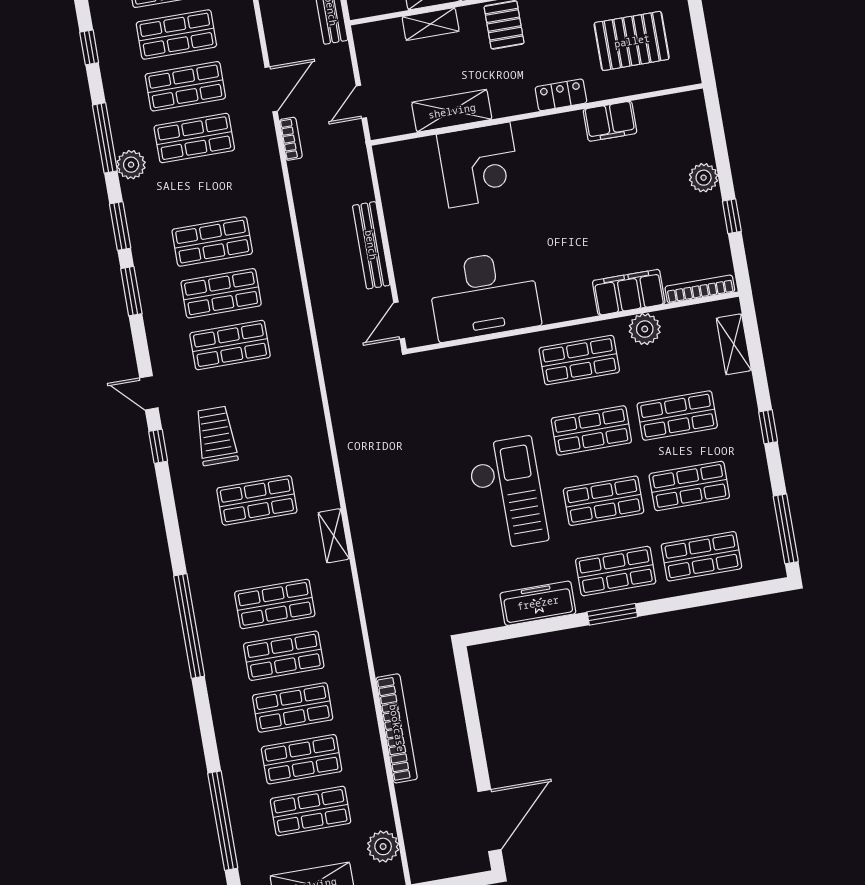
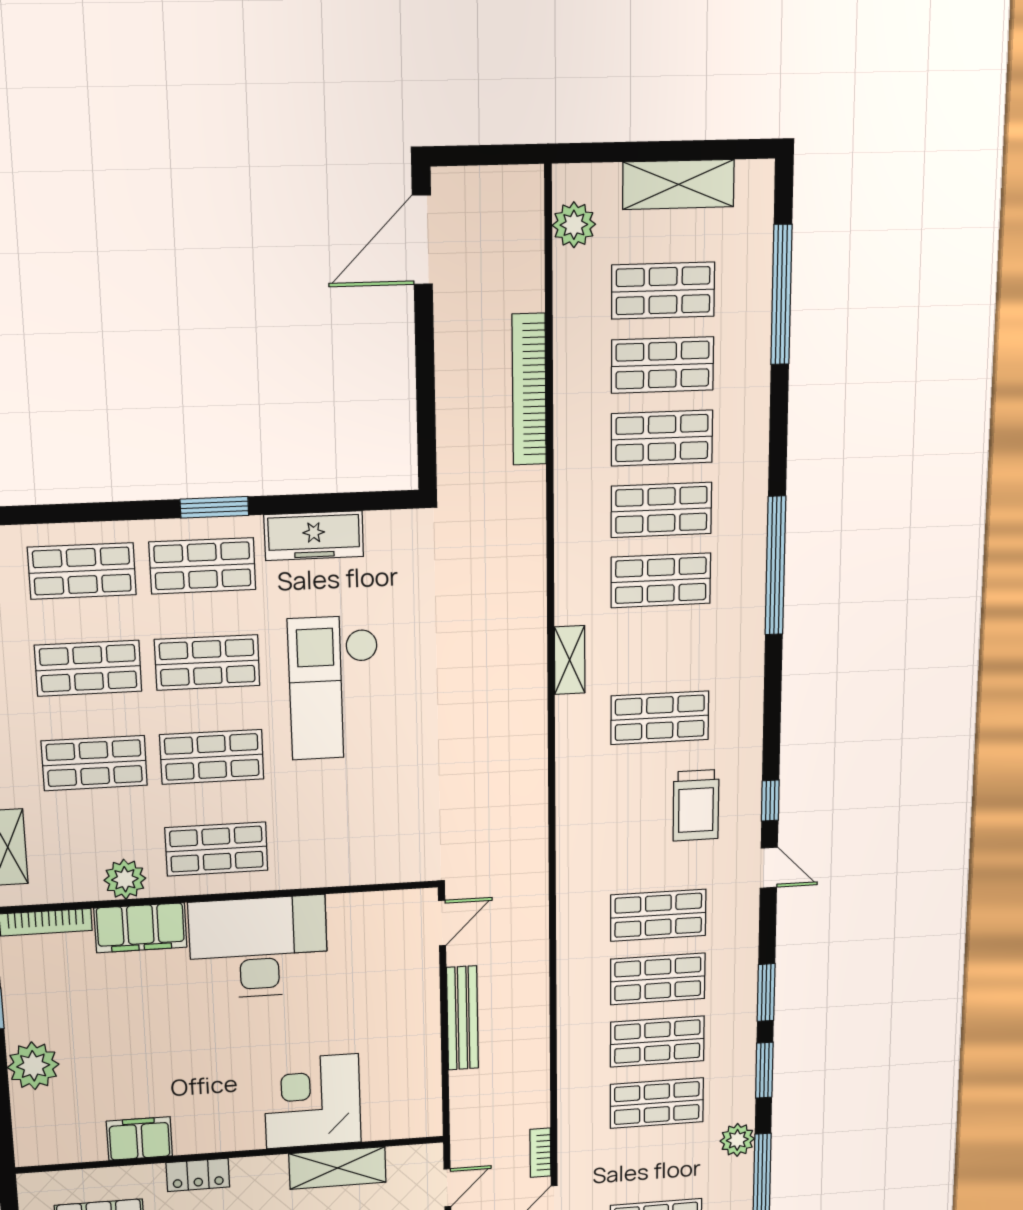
shop shelf: (194, 138) -> (657, 1103), moved
plant: (704, 178) -> (33, 1066), width x1.36, depth x1.36
desk: (484, 295) -> (259, 947), moved

